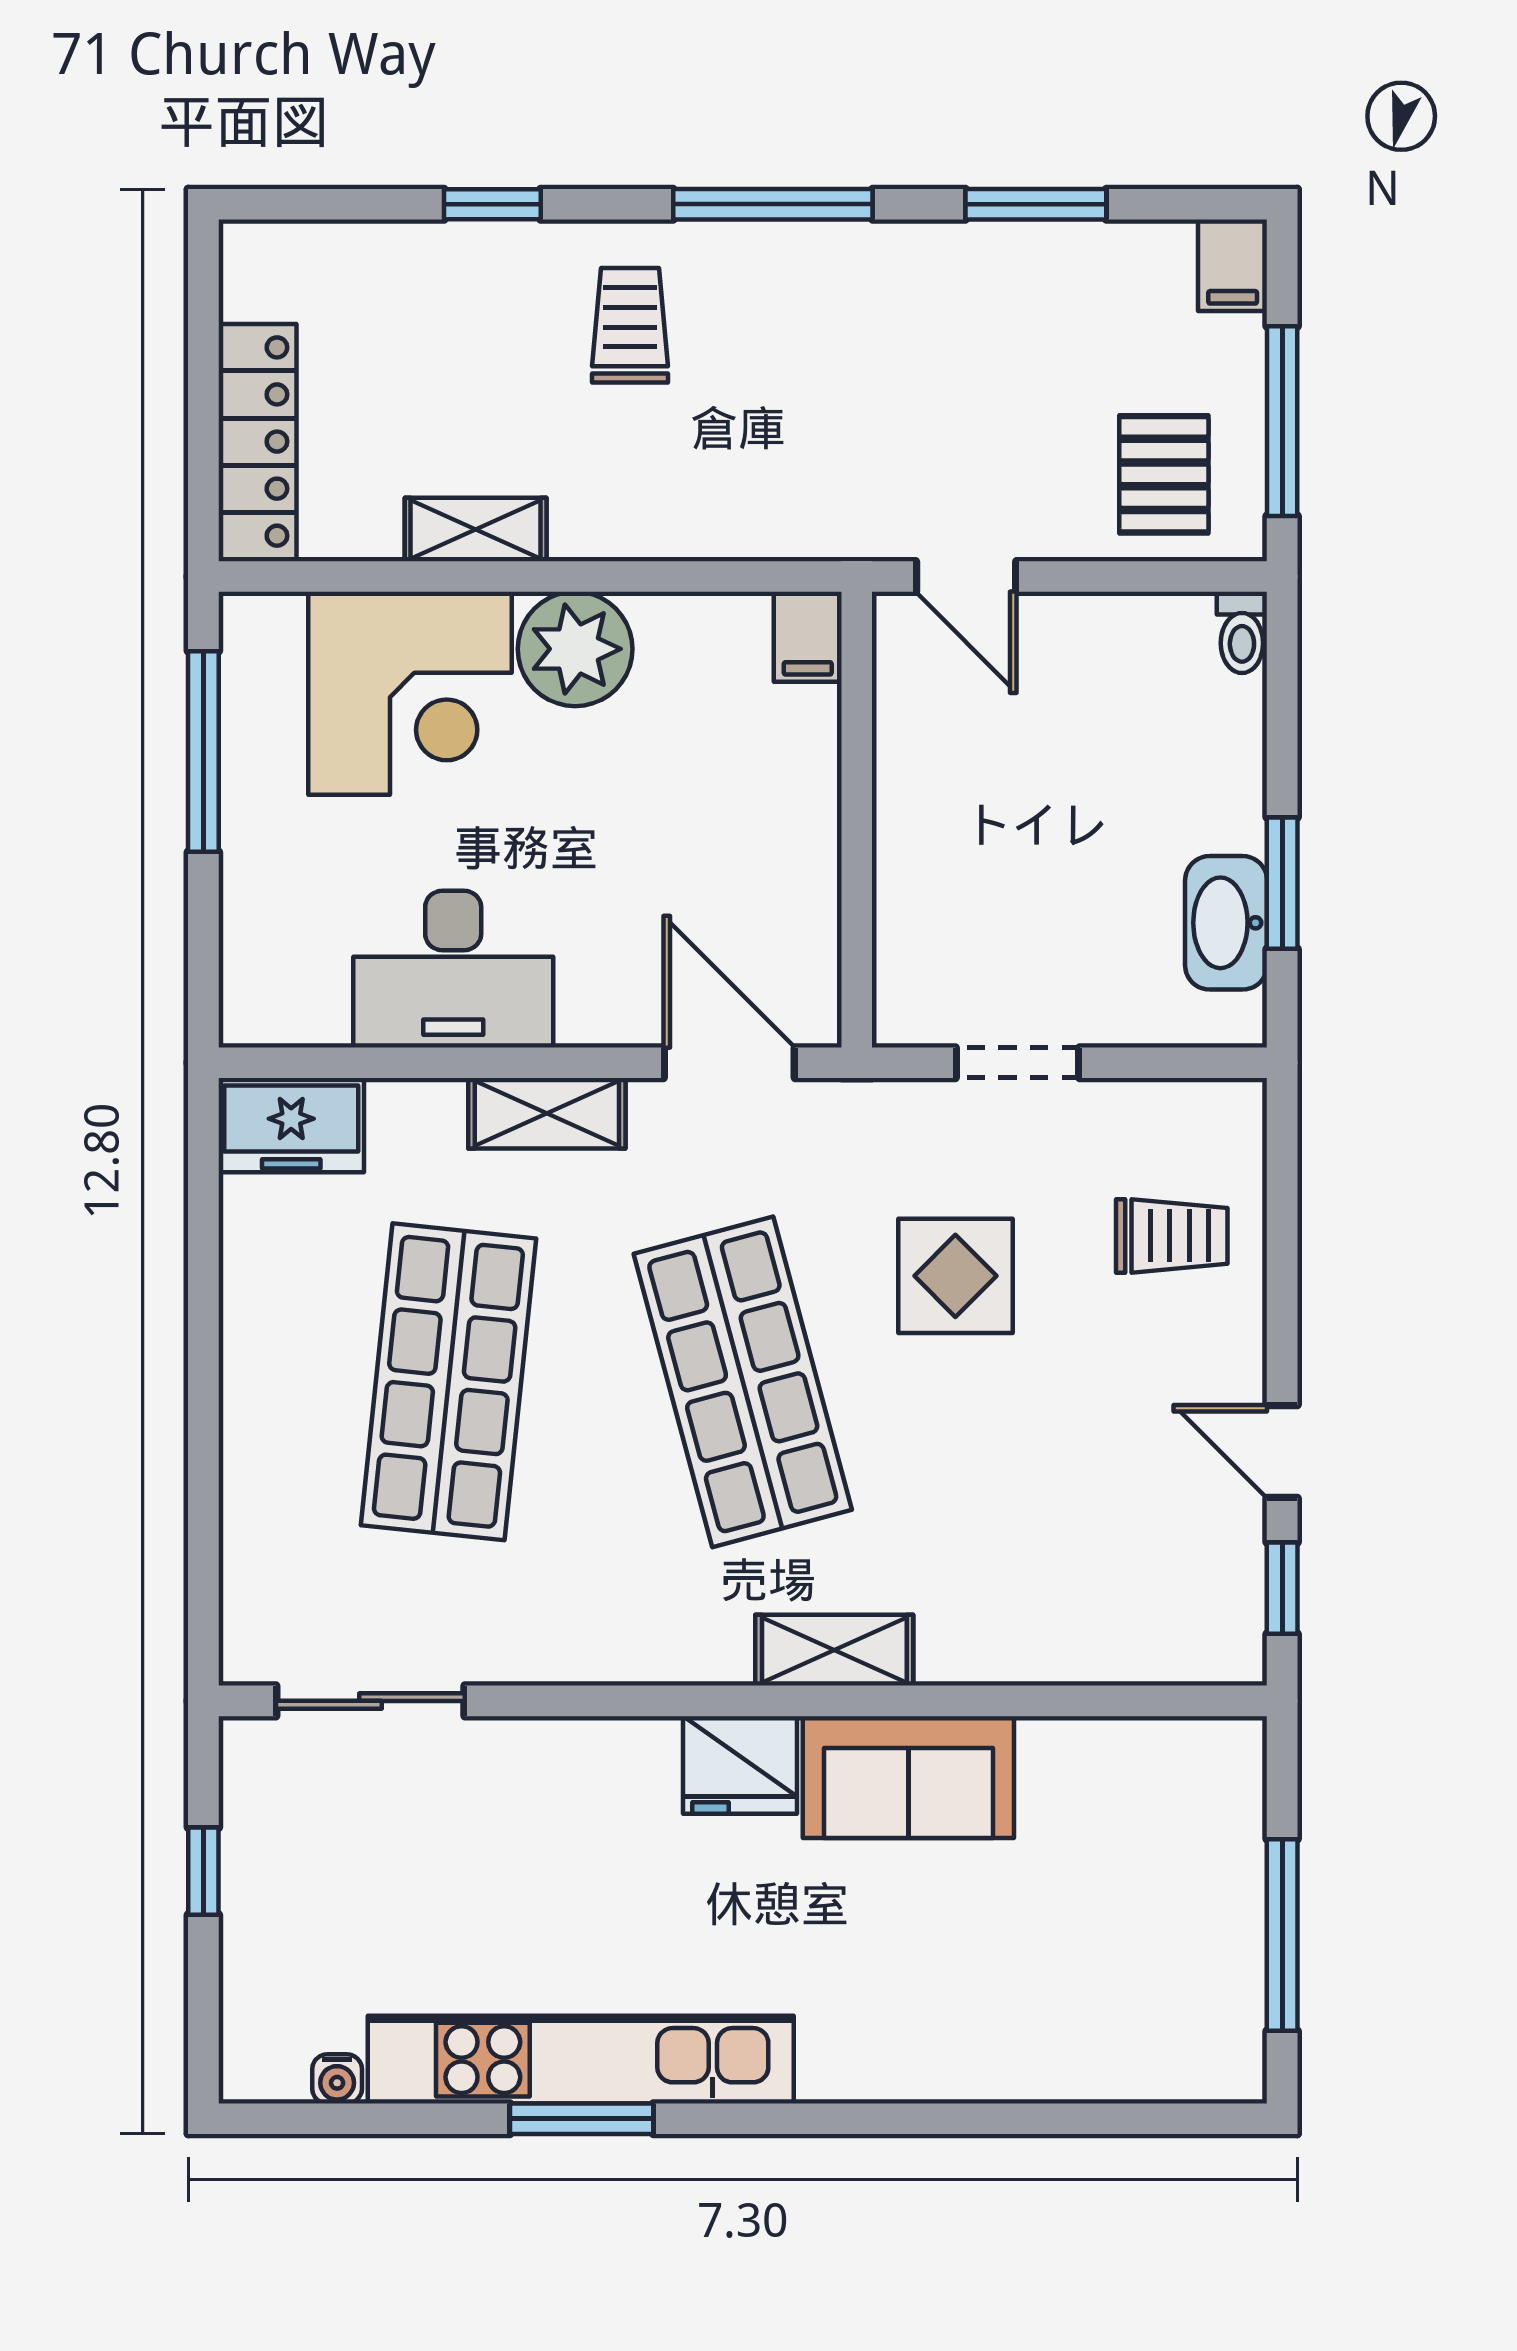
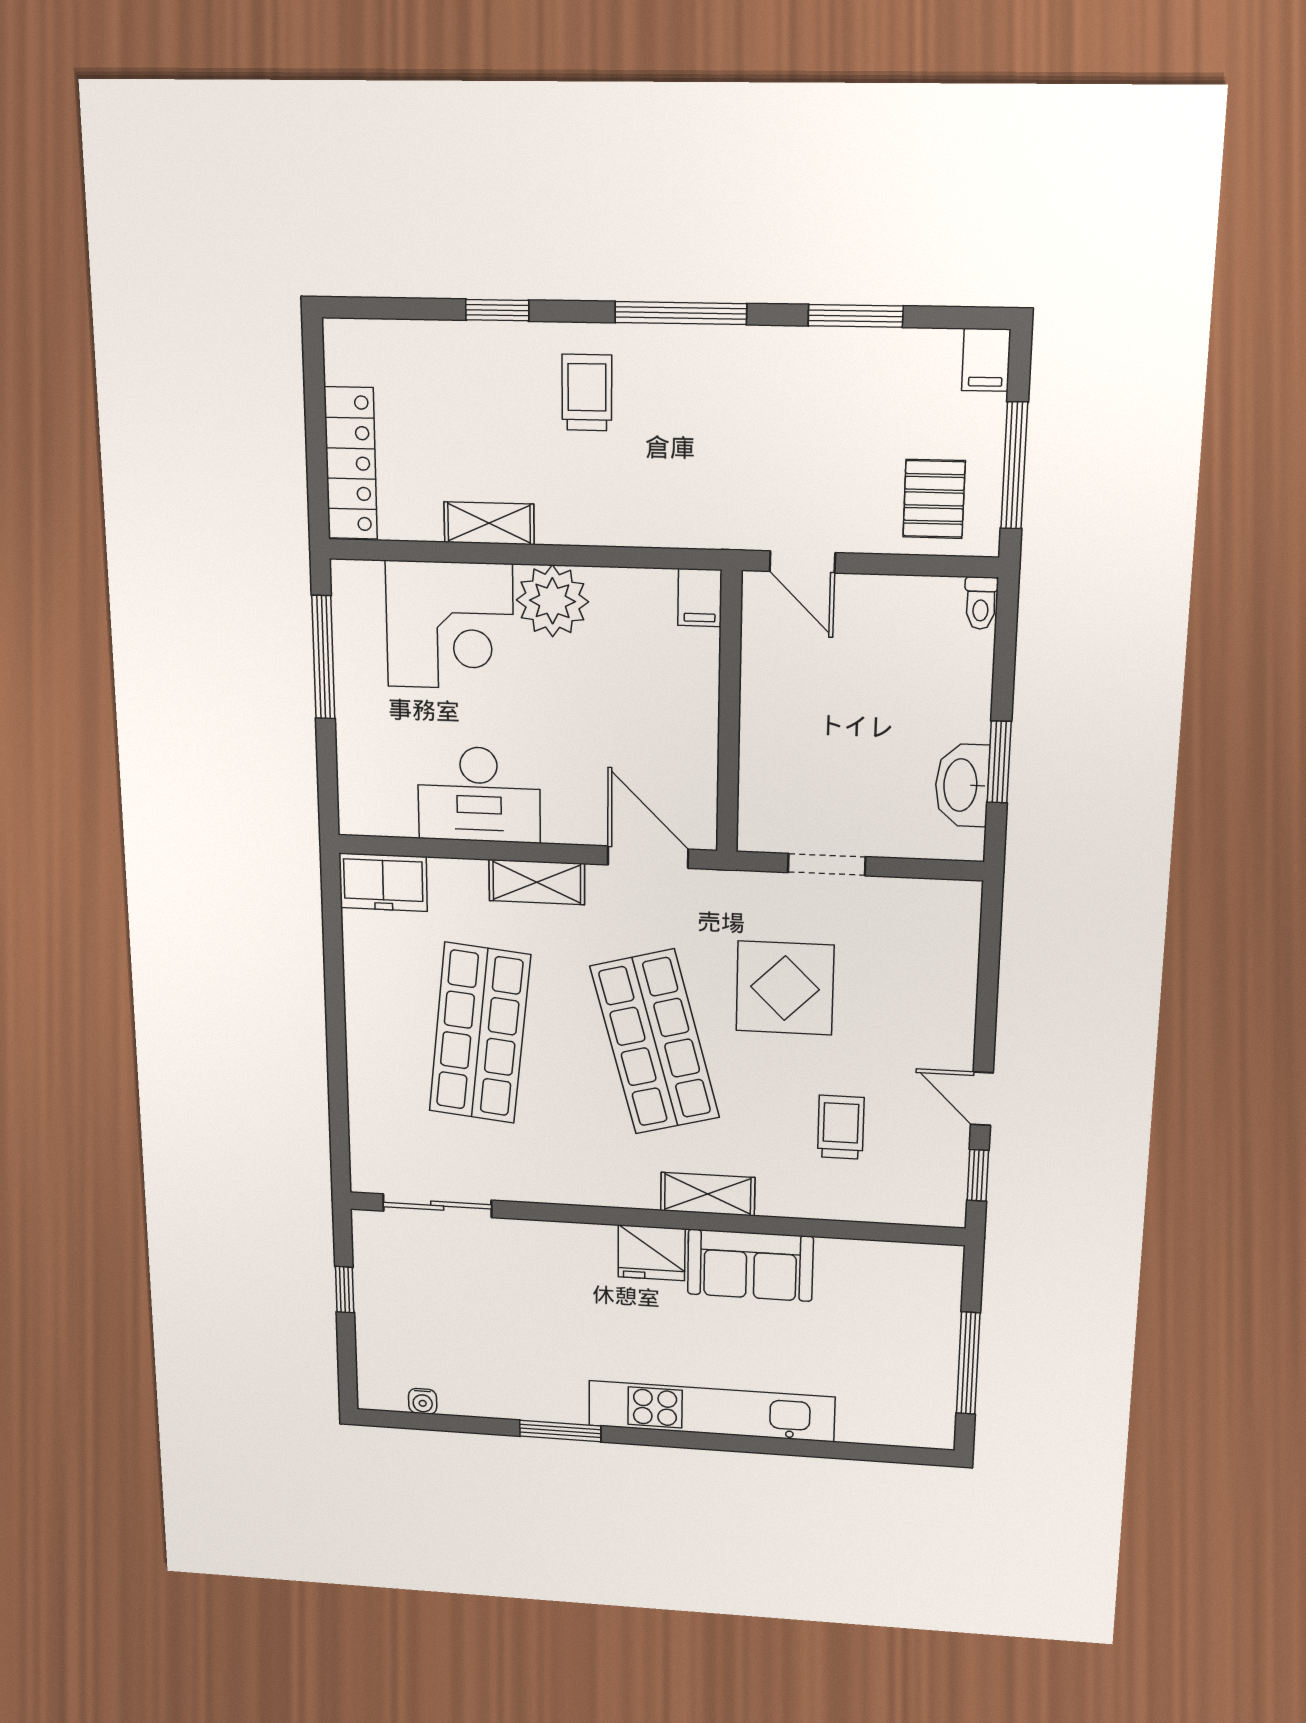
trolley: (1172, 1236) -> (841, 1127), moved, turned -90
display table: (955, 1276) -> (785, 988), width x1.36, depth x1.36
kitchen unit: (581, 2060) -> (711, 1411), moved

